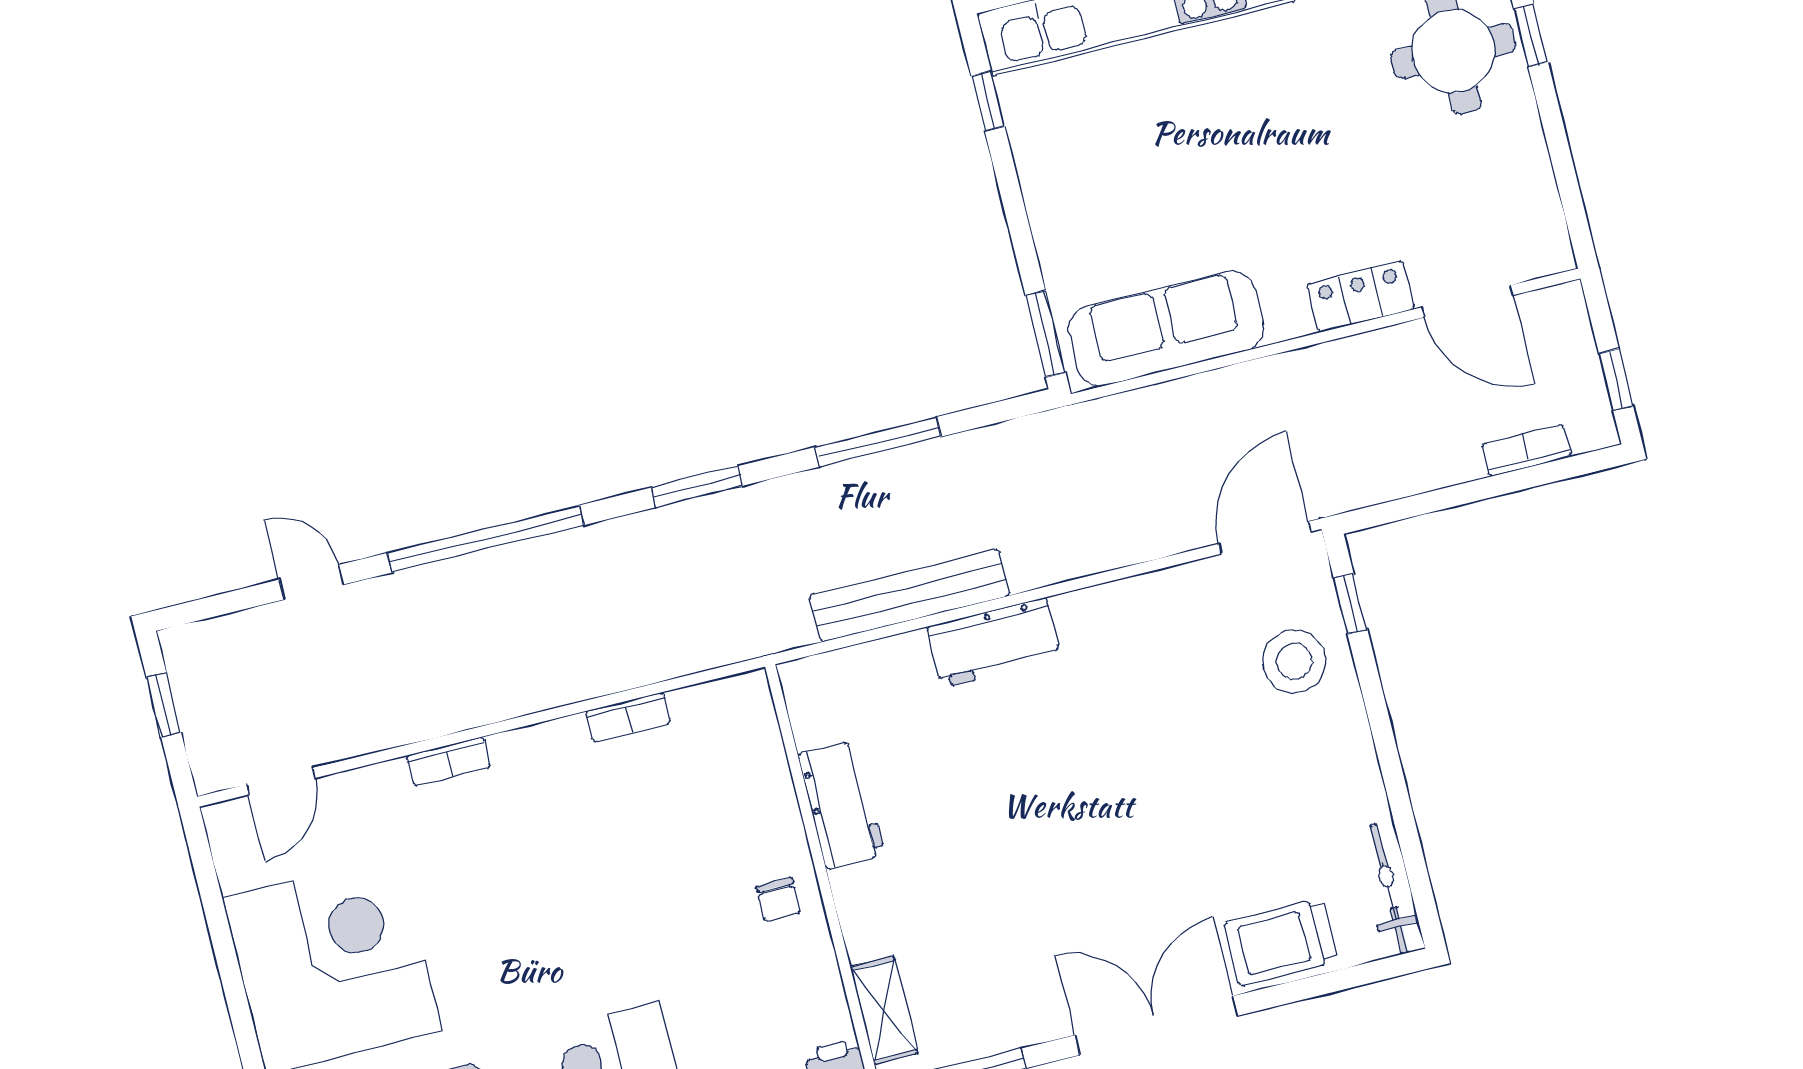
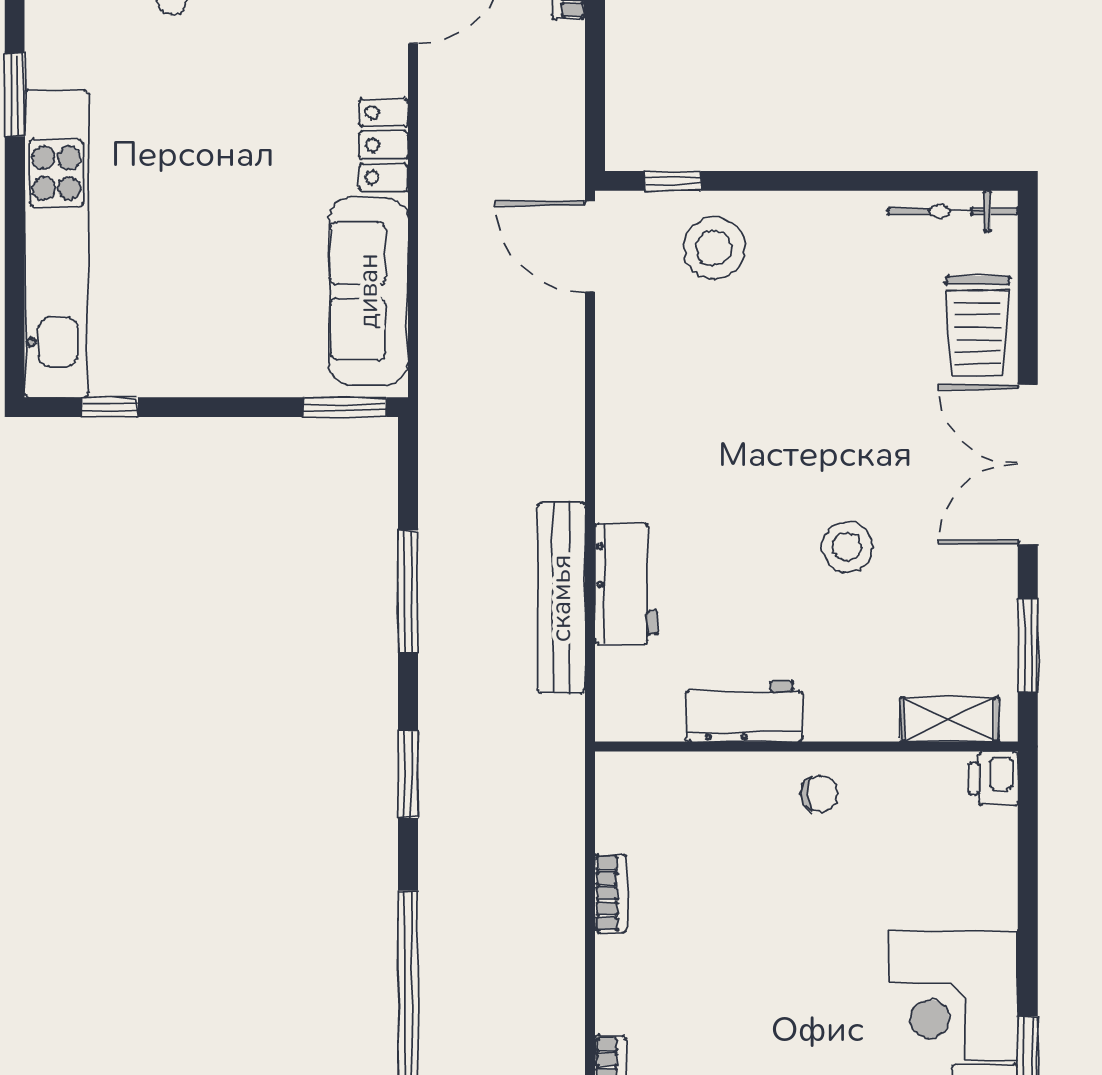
locker: (1361, 297) -> (383, 145), moved
workbench: (994, 643) -> (626, 584), moved
stool: (1030, 867) -> (847, 547), added

